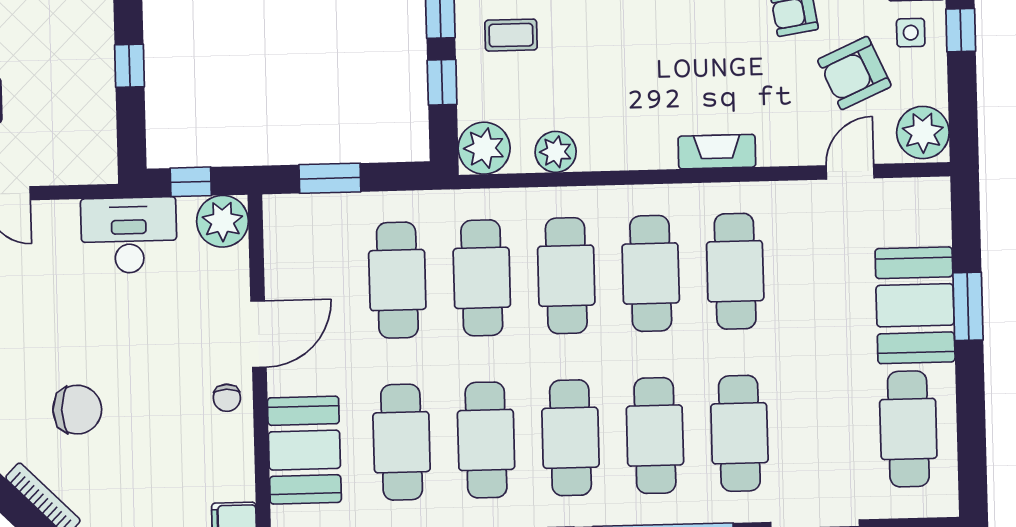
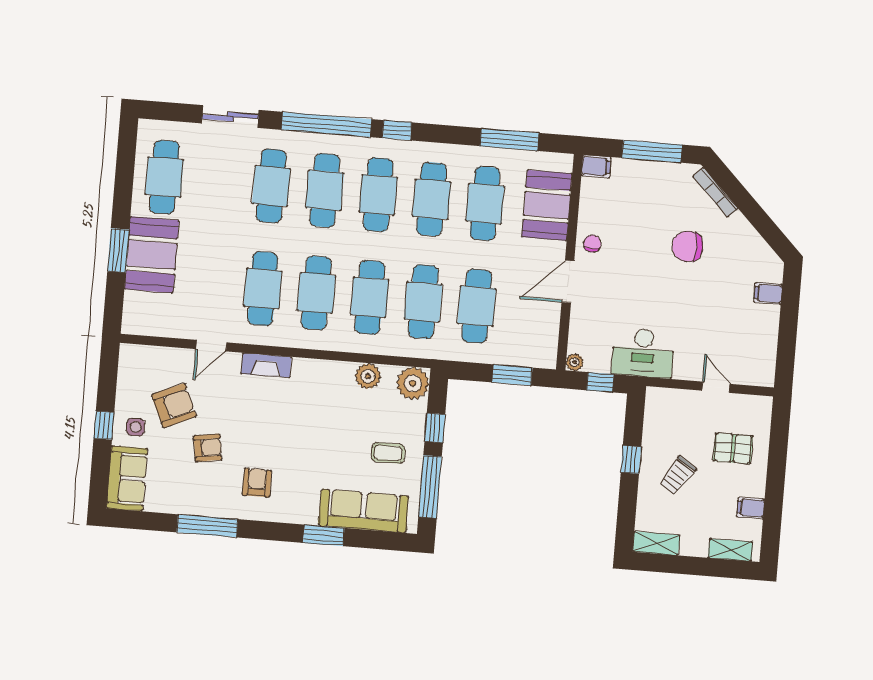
trolley: (54, 49) -> (678, 476), added
plant: (923, 132) -> (135, 363), removed
door: (850, 172) -> (211, 346), moved
plant: (222, 221) -> (575, 362), width x0.53, depth x0.53

